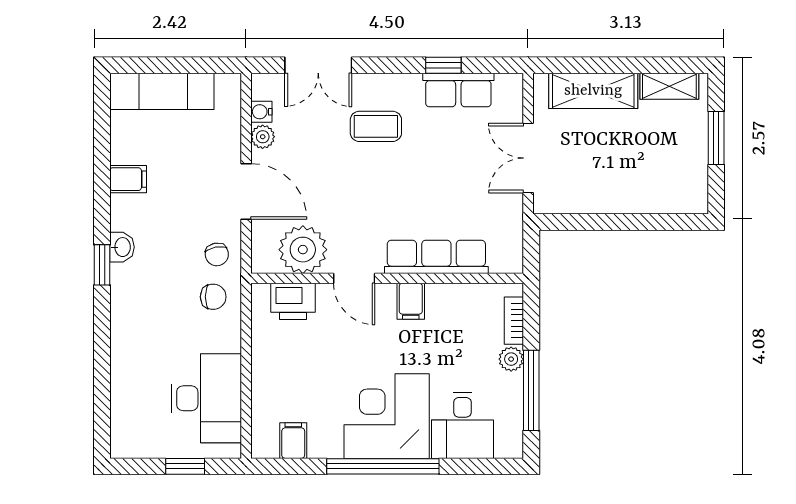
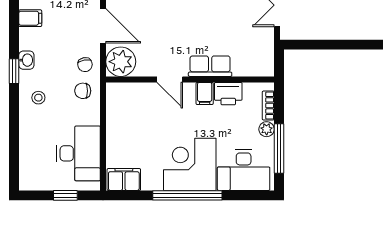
plant: (303, 250) -> (121, 62), moved
row of seats: (436, 257) -> (210, 66), width x0.68
chair: (213, 297) -> (83, 91), turned 180
printer: (293, 301) -> (228, 94), moved
stool: (141, 308) -> (38, 98), added
desk: (462, 425) -> (244, 170), width x1.37
filing cabinet: (293, 441) -> (124, 179), width x2.00

